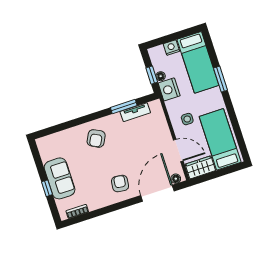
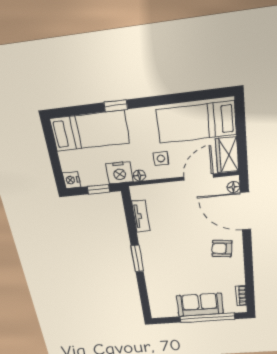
nightstand: (171, 48) -> (72, 180), moved
floor lamp: (161, 76) -> (139, 176), moved
window: (221, 79) -> (116, 106), width x0.67
window: (124, 107) -> (137, 259), moved
armchair: (96, 138) -> (163, 262), removed
window: (47, 188) -> (207, 318), width x3.17

